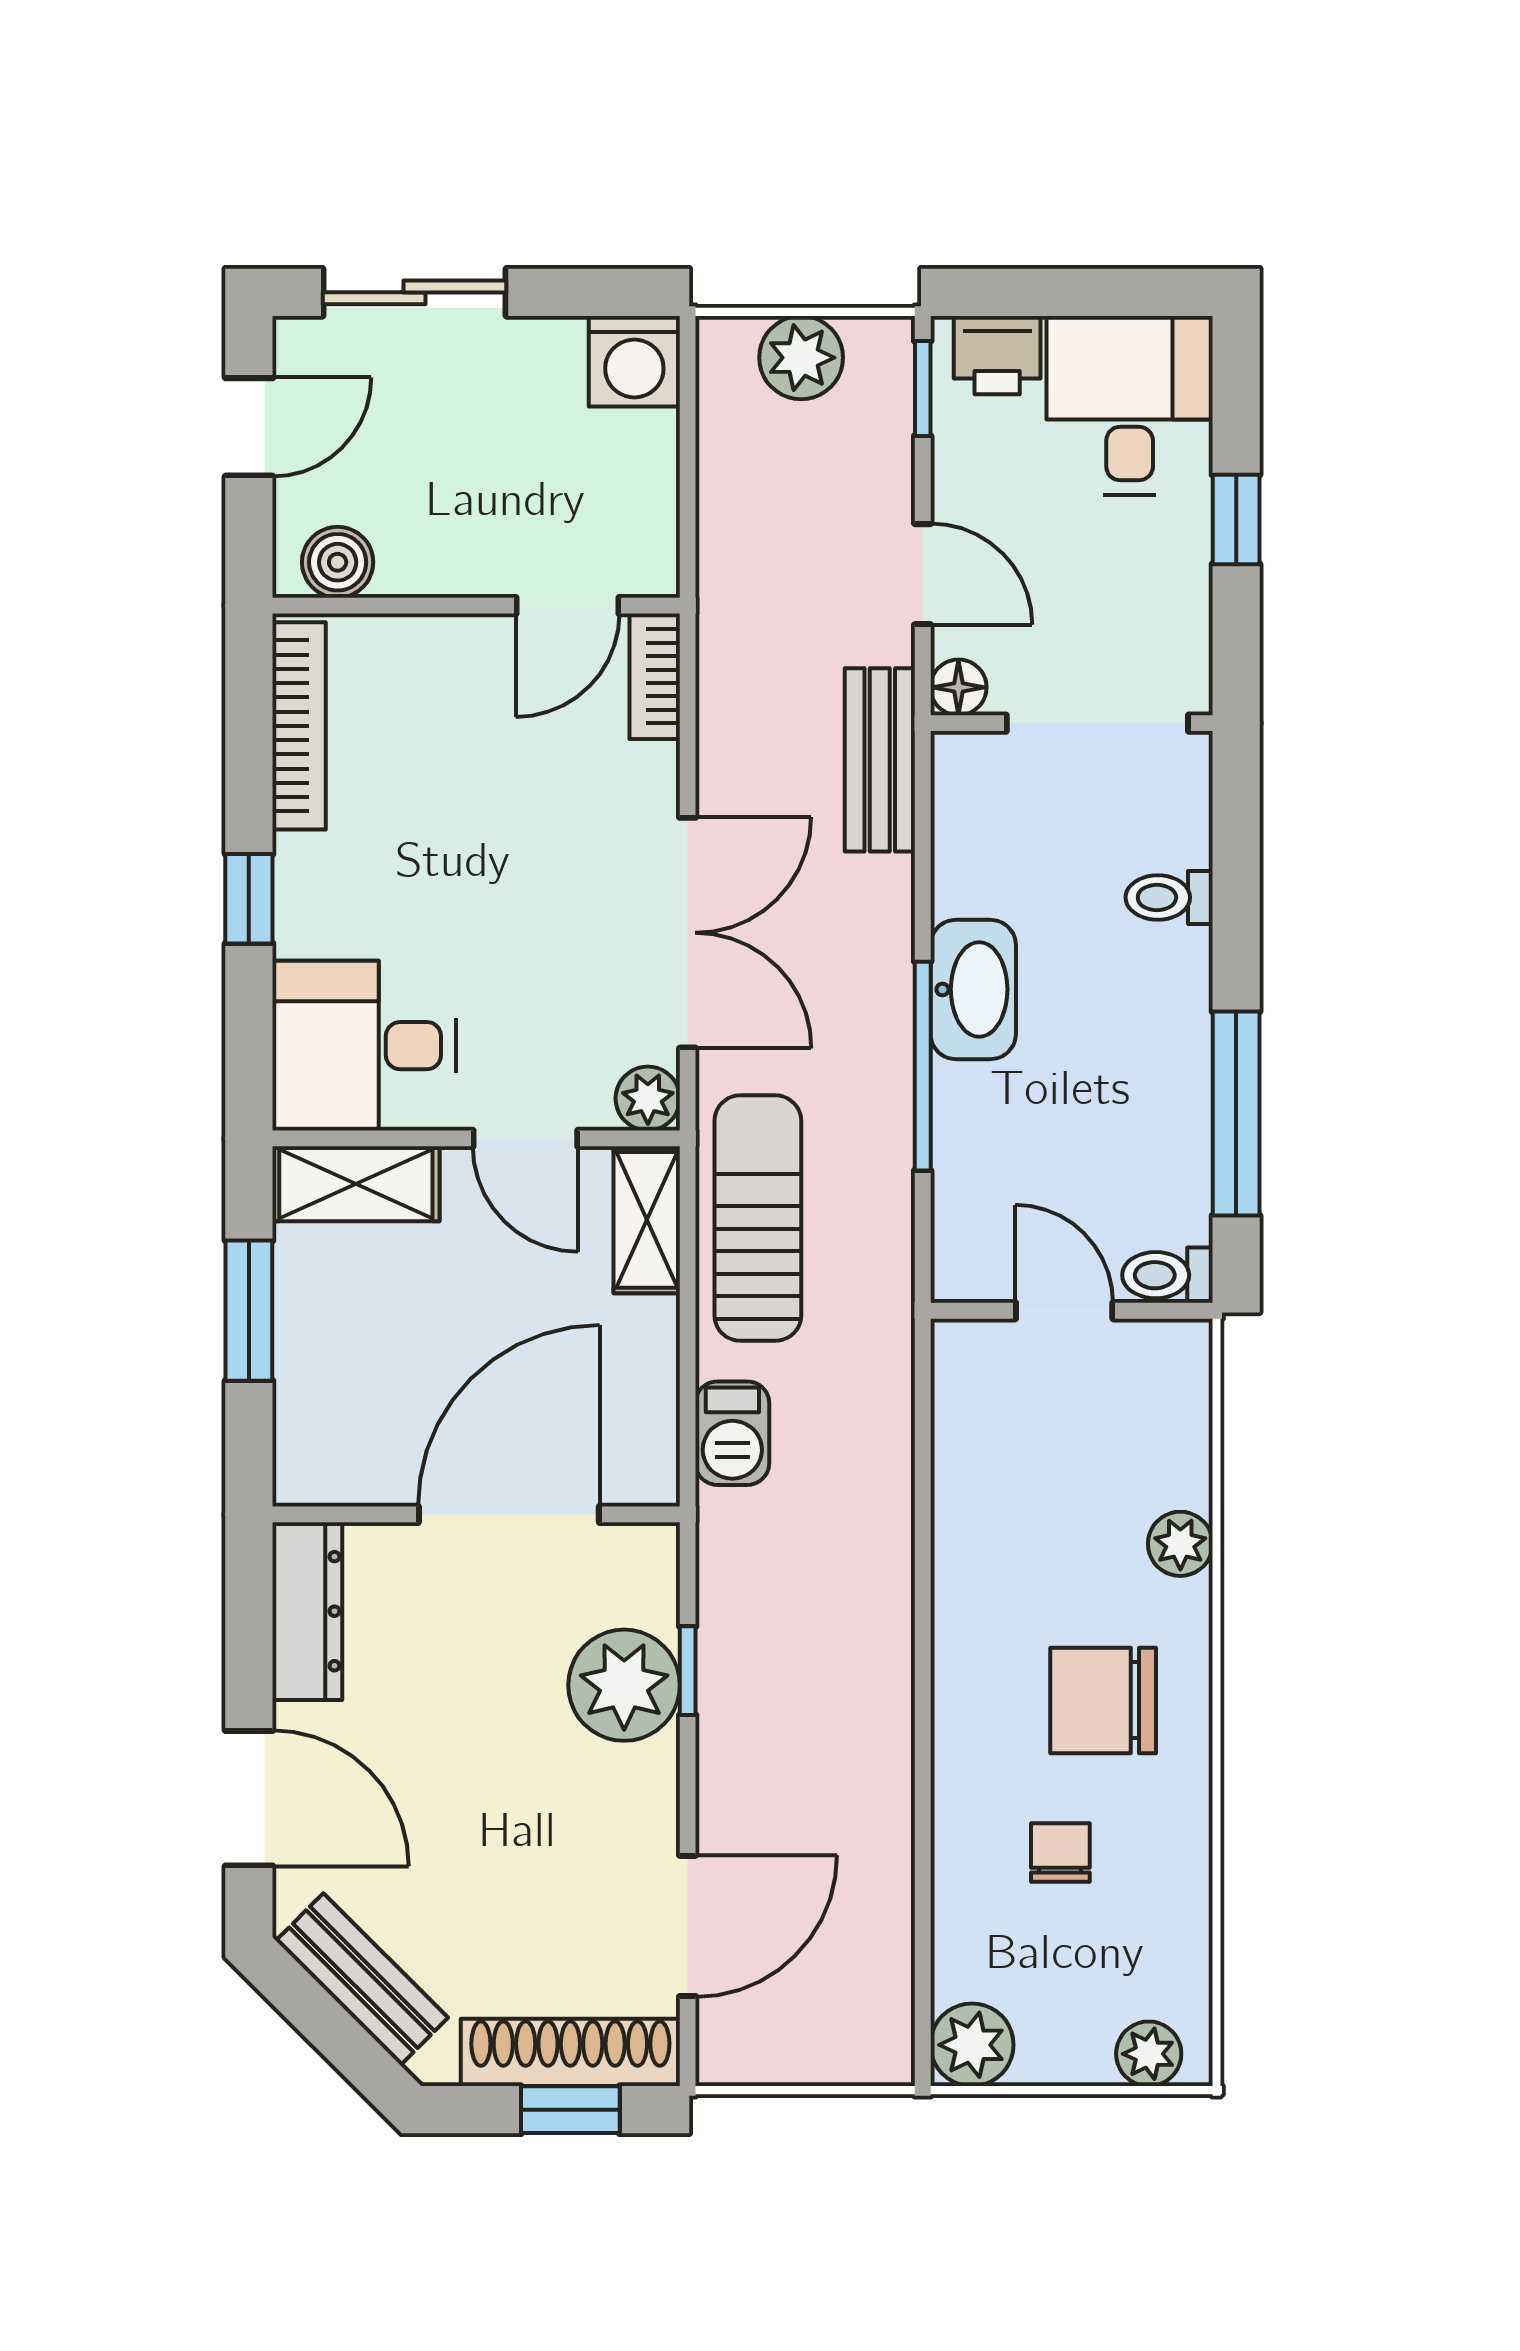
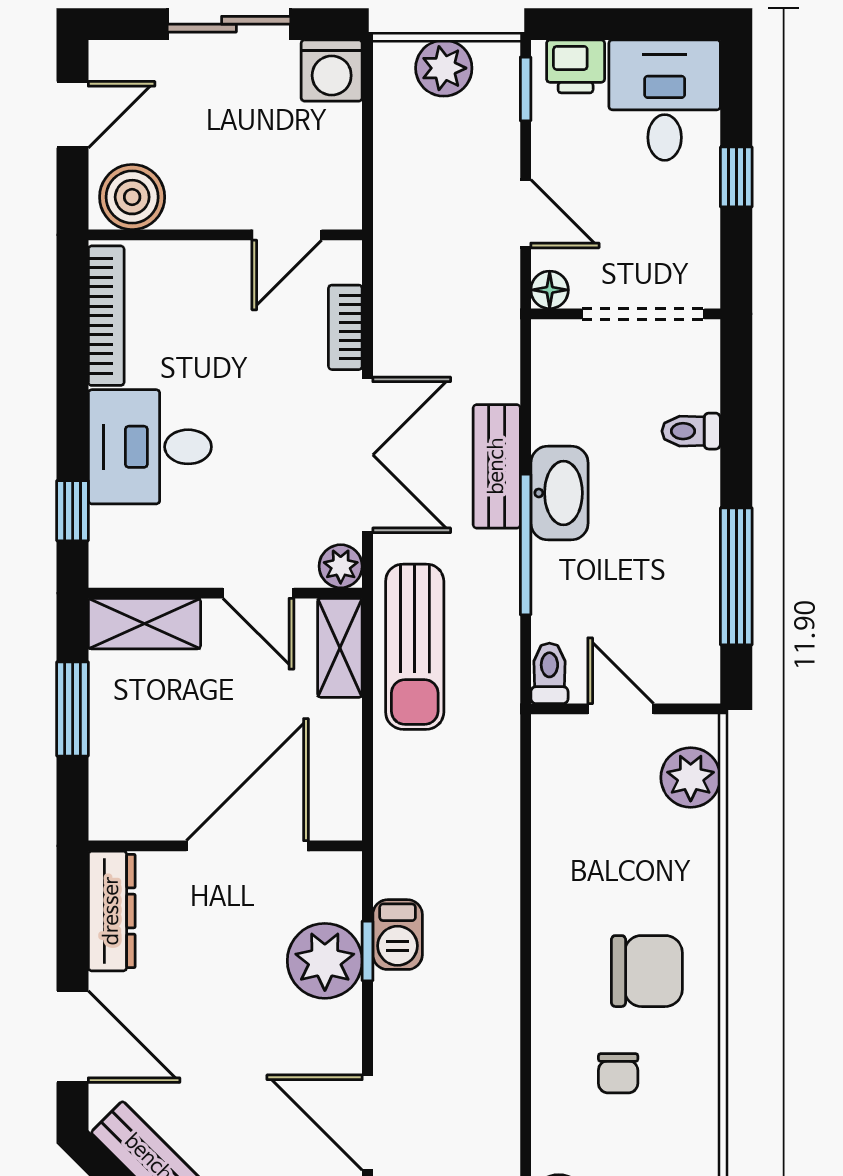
sliding door: (415, 292) -> (229, 24), moved
boiler: (338, 562) -> (132, 197), width x1.36, depth x1.36
bookcase: (655, 676) -> (345, 327), moved
bench: (880, 760) -> (497, 466), moved
window: (249, 899) -> (73, 511), moved
desk: (364, 1046) -> (150, 447), moved
sun lounger: (758, 1218) -> (415, 647), turned 180
toilet: (1167, 1275) -> (549, 673), moved, turned 90
barbecue: (732, 1433) -> (398, 935), moved
plant: (1180, 1544) -> (691, 778), moved, width x1.38, depth x1.38
chair: (1103, 1700) -> (647, 971), turned 180
chair: (1060, 1853) -> (618, 1073), turned 180
door: (688, 1926) -> (368, 1123), swing flipped

